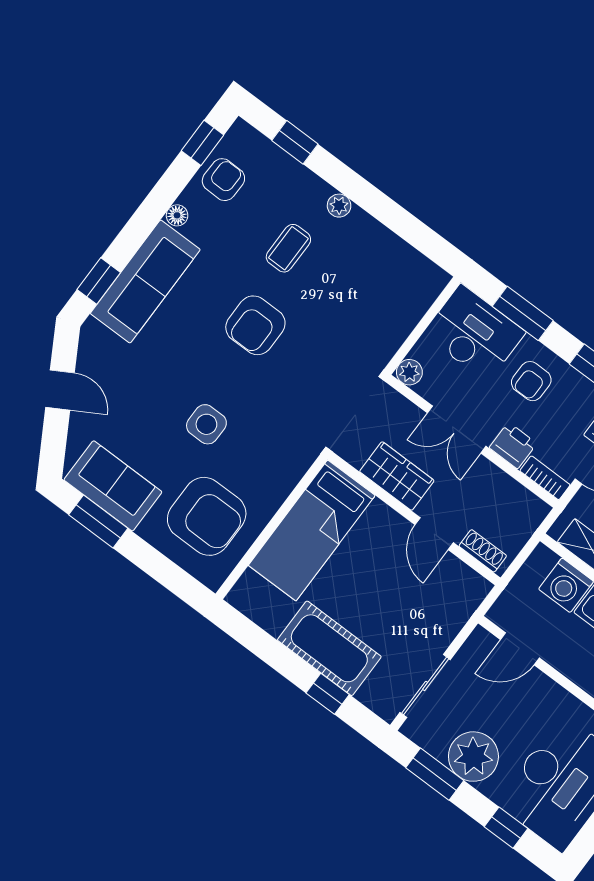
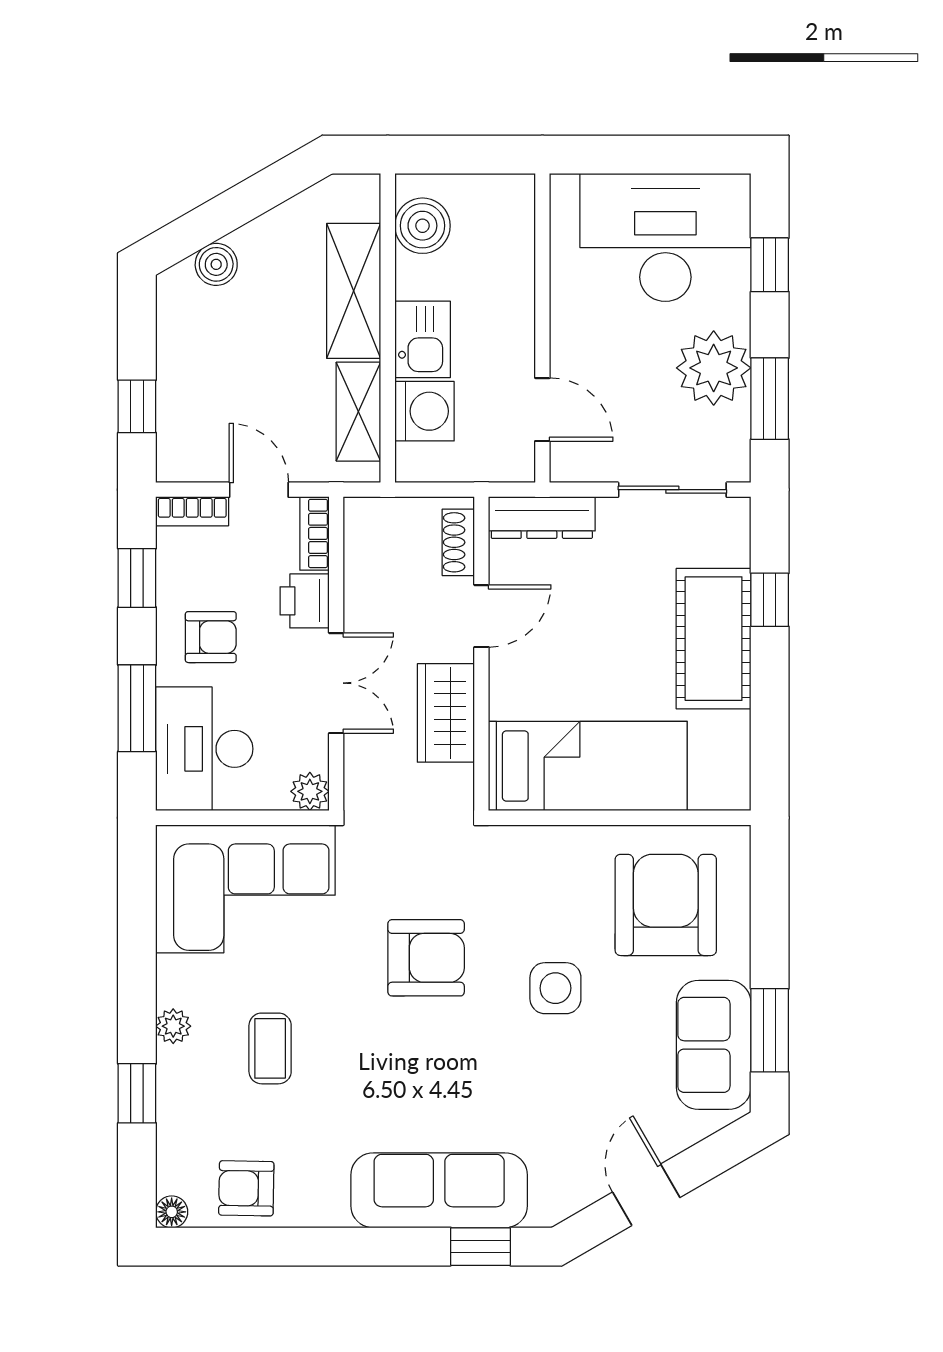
window: (295, 142) -> (137, 1093), moved
window: (202, 143) -> (221, 1247), removed
floor lamp: (177, 215) -> (172, 1212), moved
coffee table: (288, 248) -> (270, 1048), turned 90
corner sofa: (383, 299) -> (245, 889), added
armchair: (255, 325) -> (426, 958), moved
dresser: (462, 605) -> (542, 518), added

